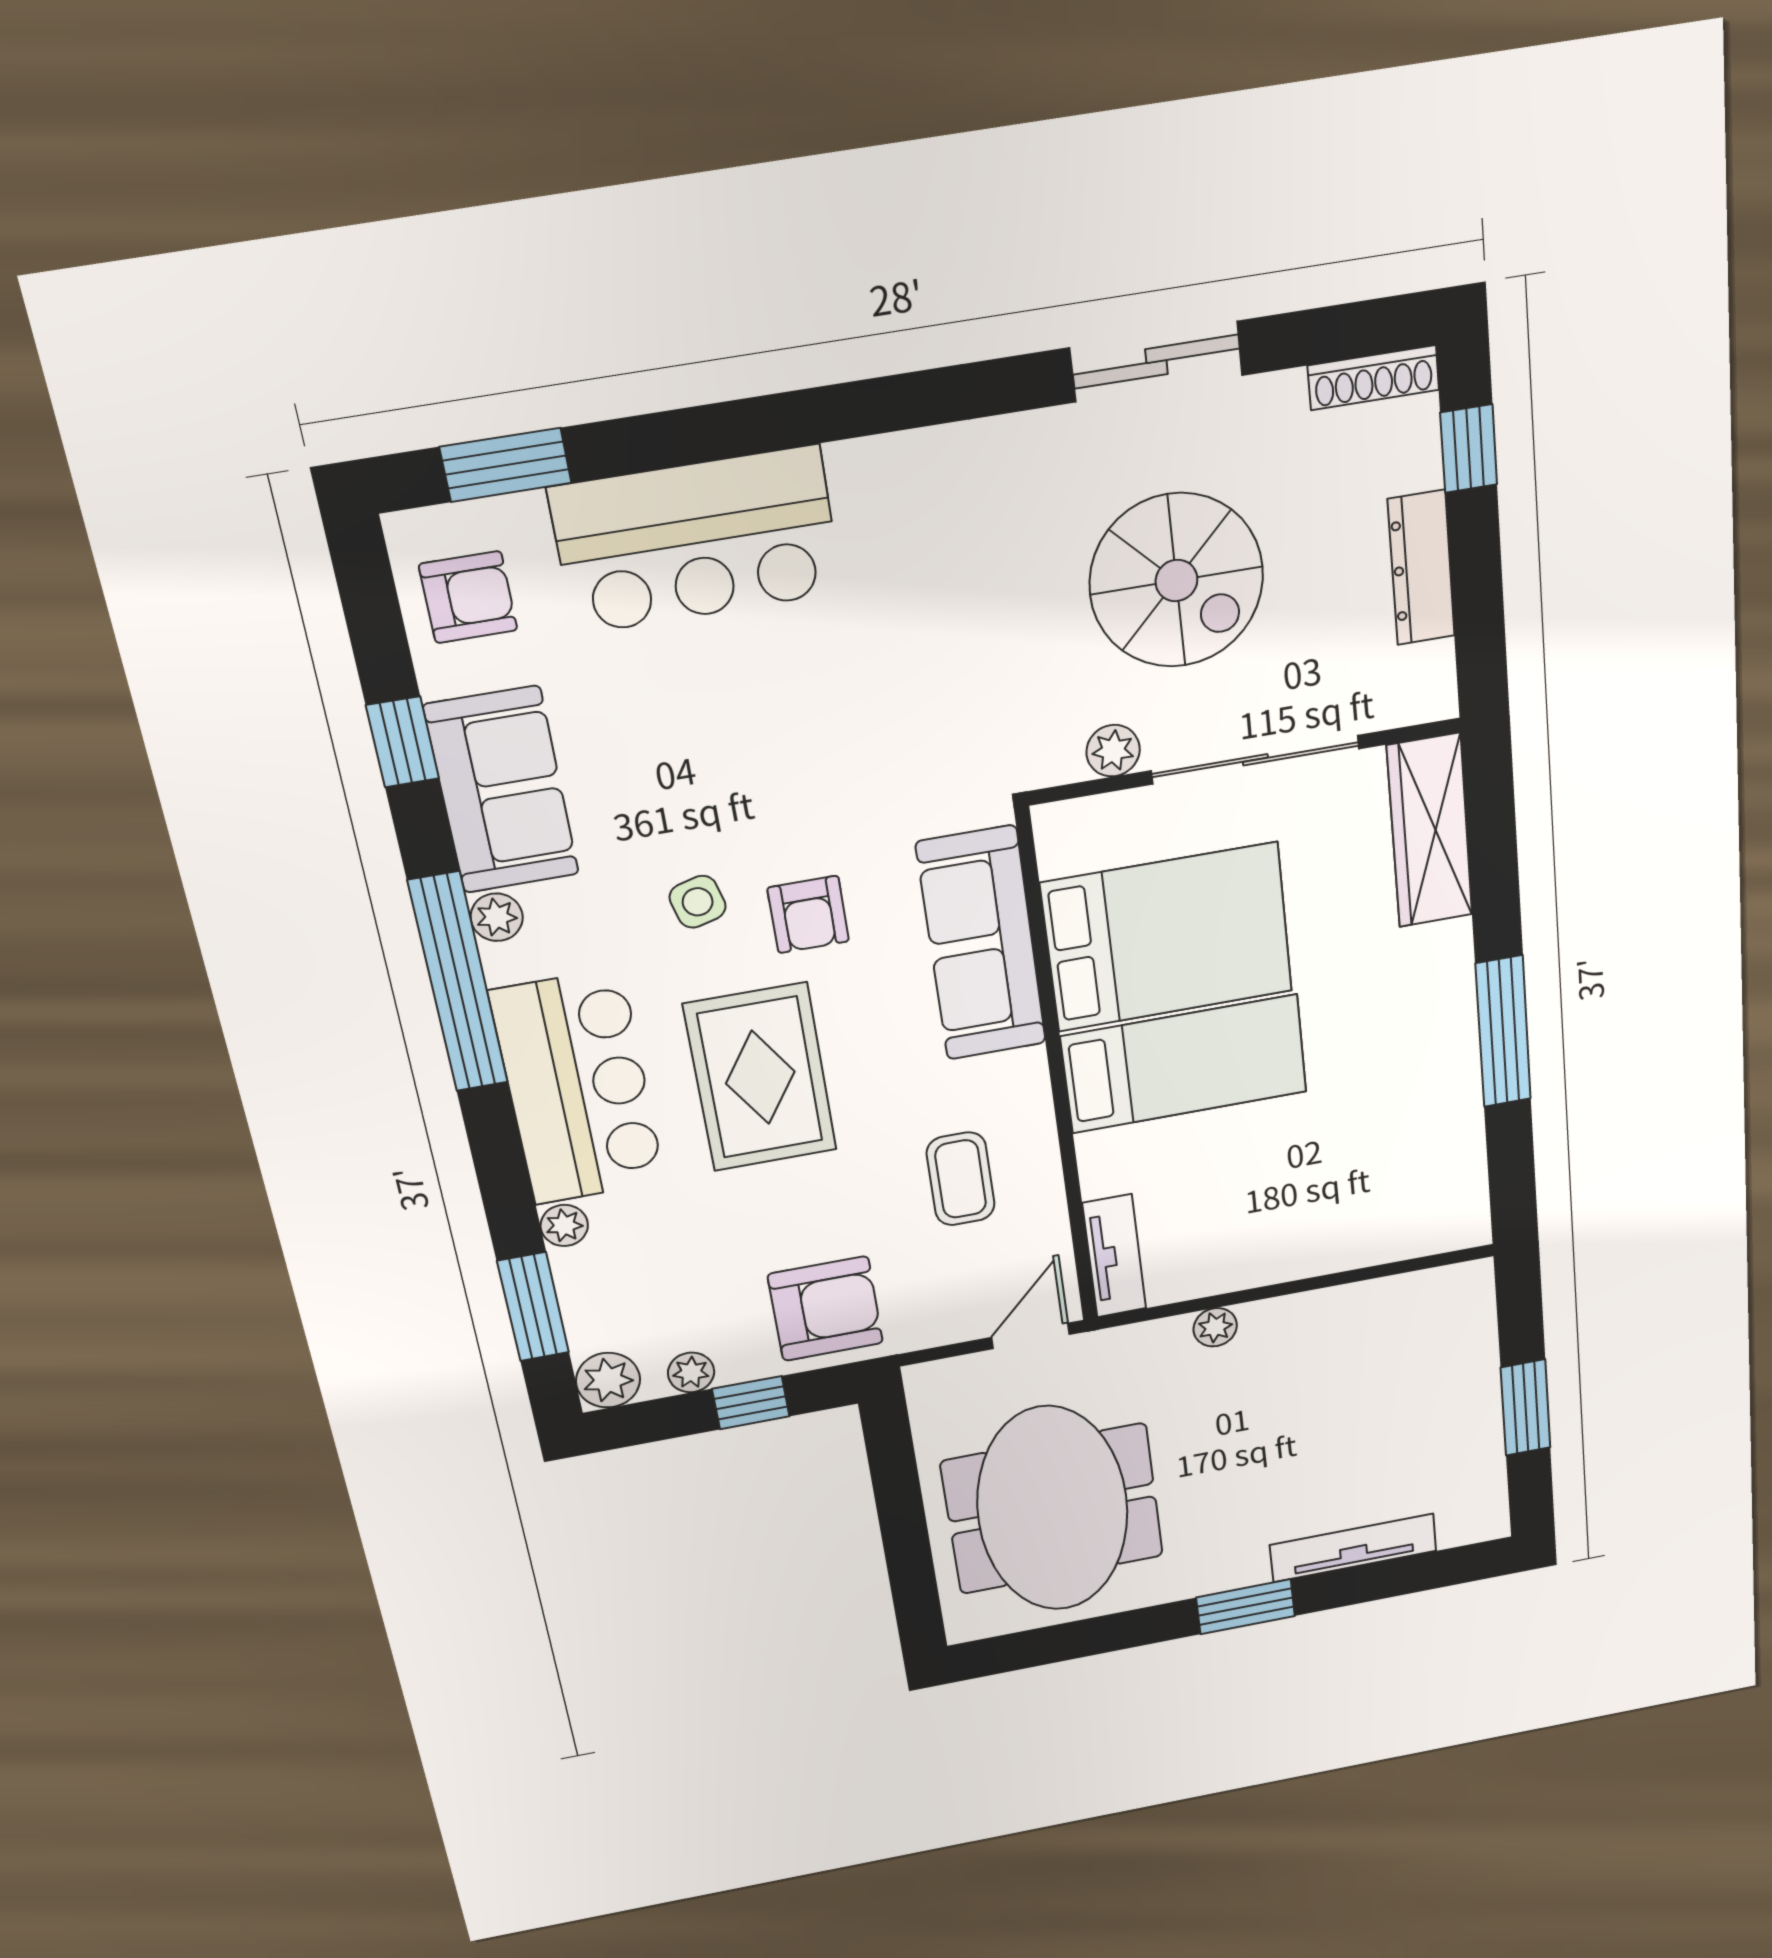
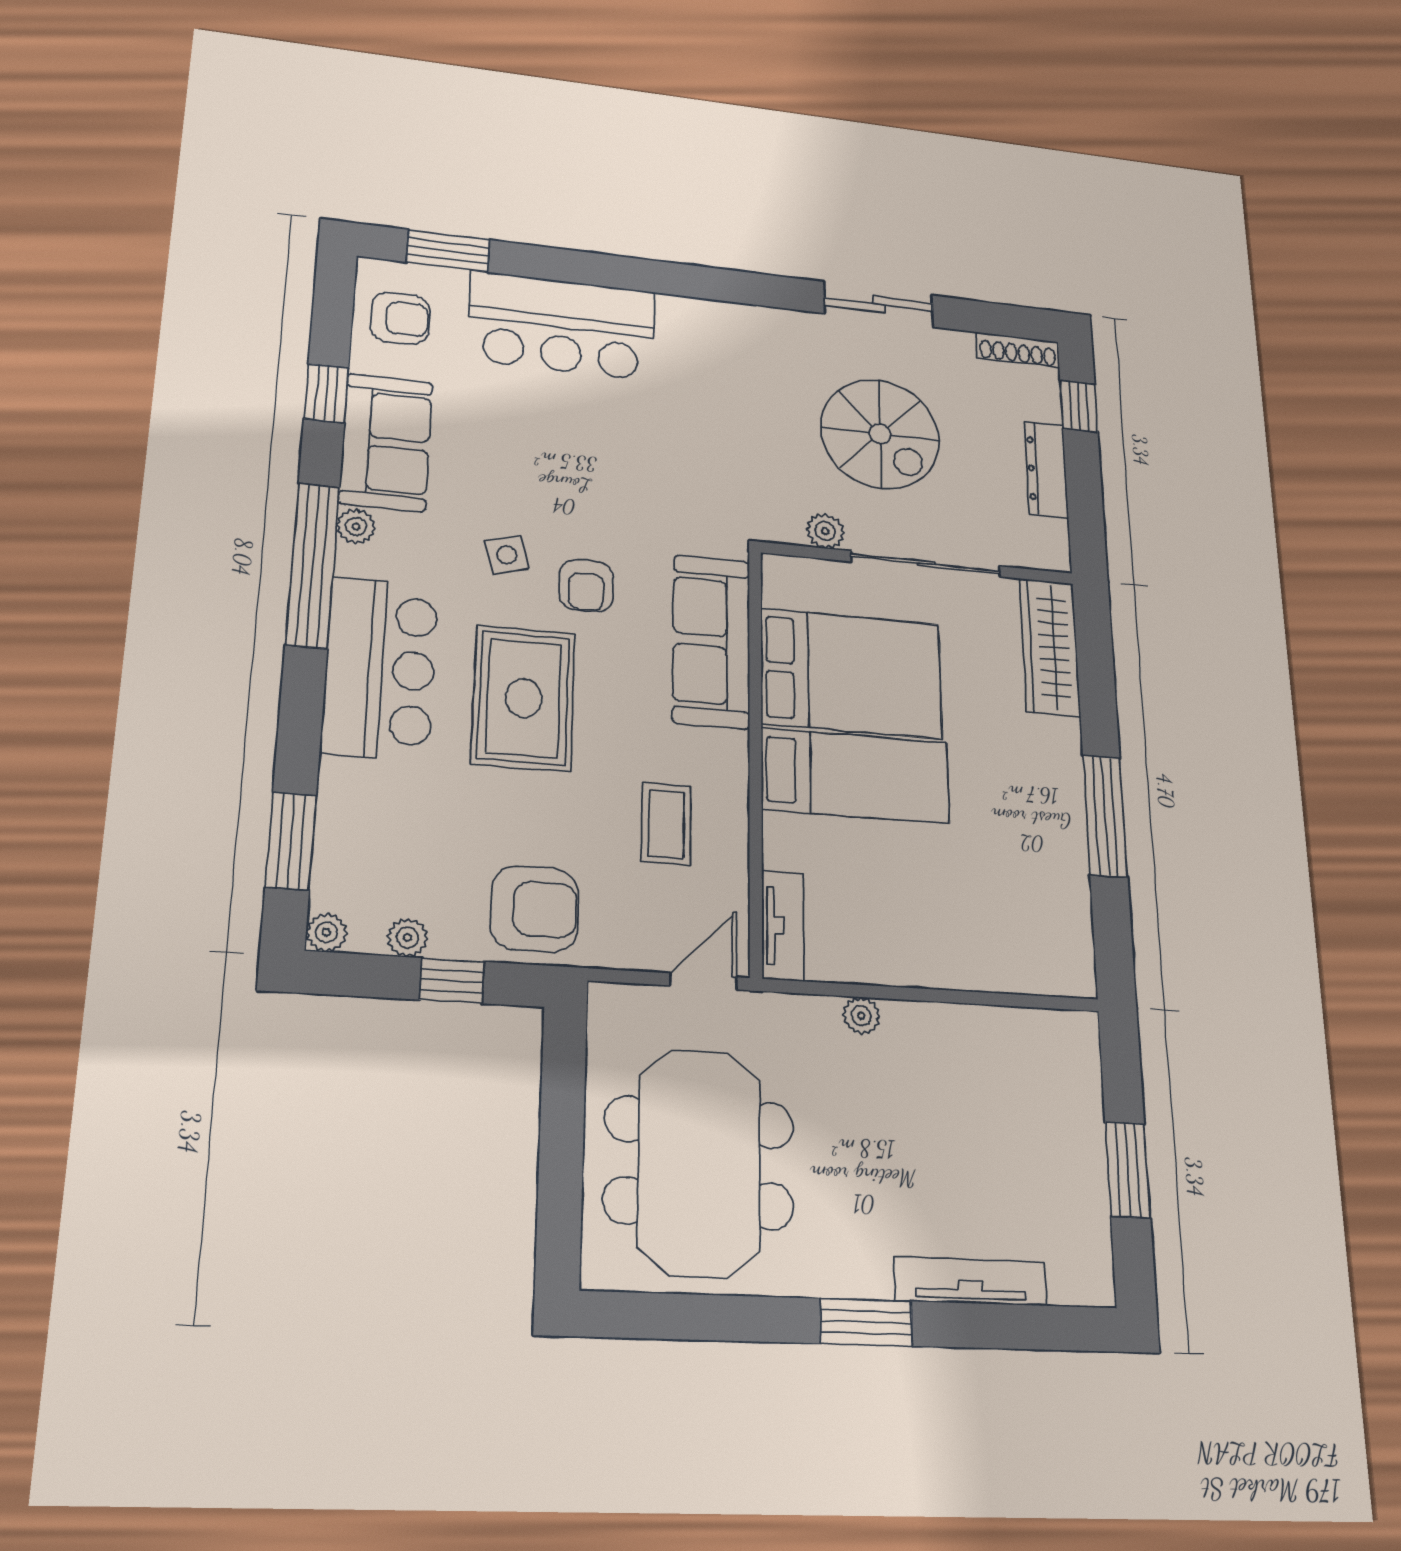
plant: (564, 1225) -> (337, 777), removed
plant: (608, 1380) -> (326, 933), width x0.73, depth x0.73

